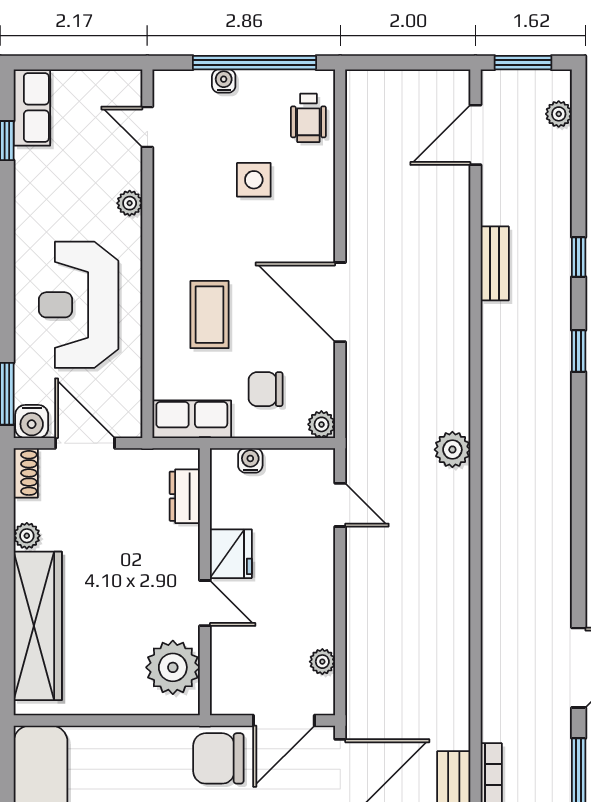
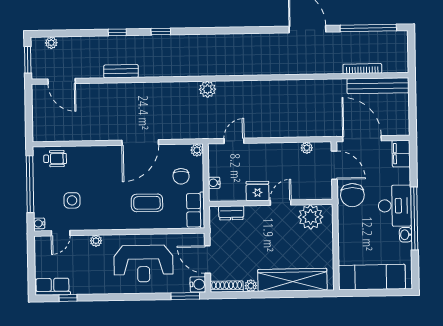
water cooler: (224, 81) -> (39, 223), moved
side table: (254, 180) -> (72, 200), moved
door: (85, 443) -> (207, 259), hinge flipped
shoe rack: (26, 473) -> (227, 287), width x1.43

